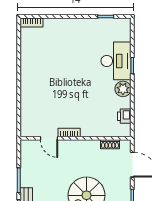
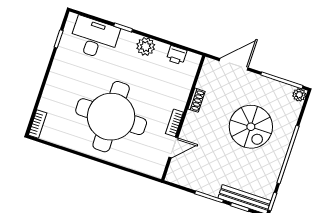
desk: (116, 61) -> (94, 38), moved
round table: (57, 80) -> (111, 117), added
shoe rack: (110, 144) -> (196, 100), moved

